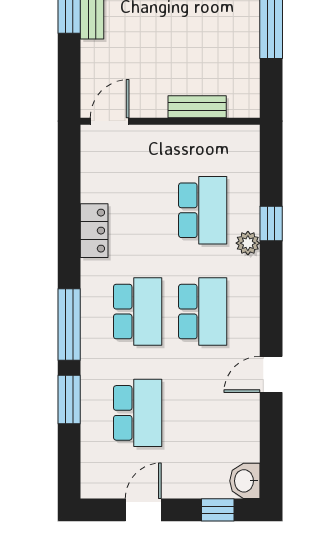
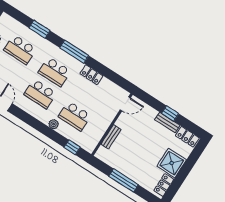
door: (110, 121) -> (125, 104), hinge flipped
window: (271, 224) -> (72, 147), moved
window: (69, 325) -> (74, 52), moved

